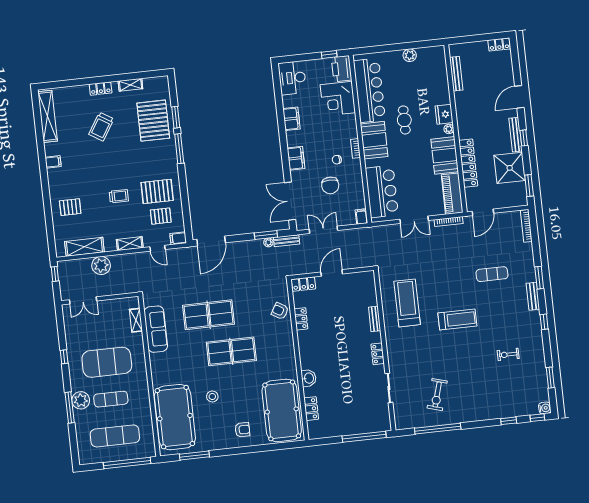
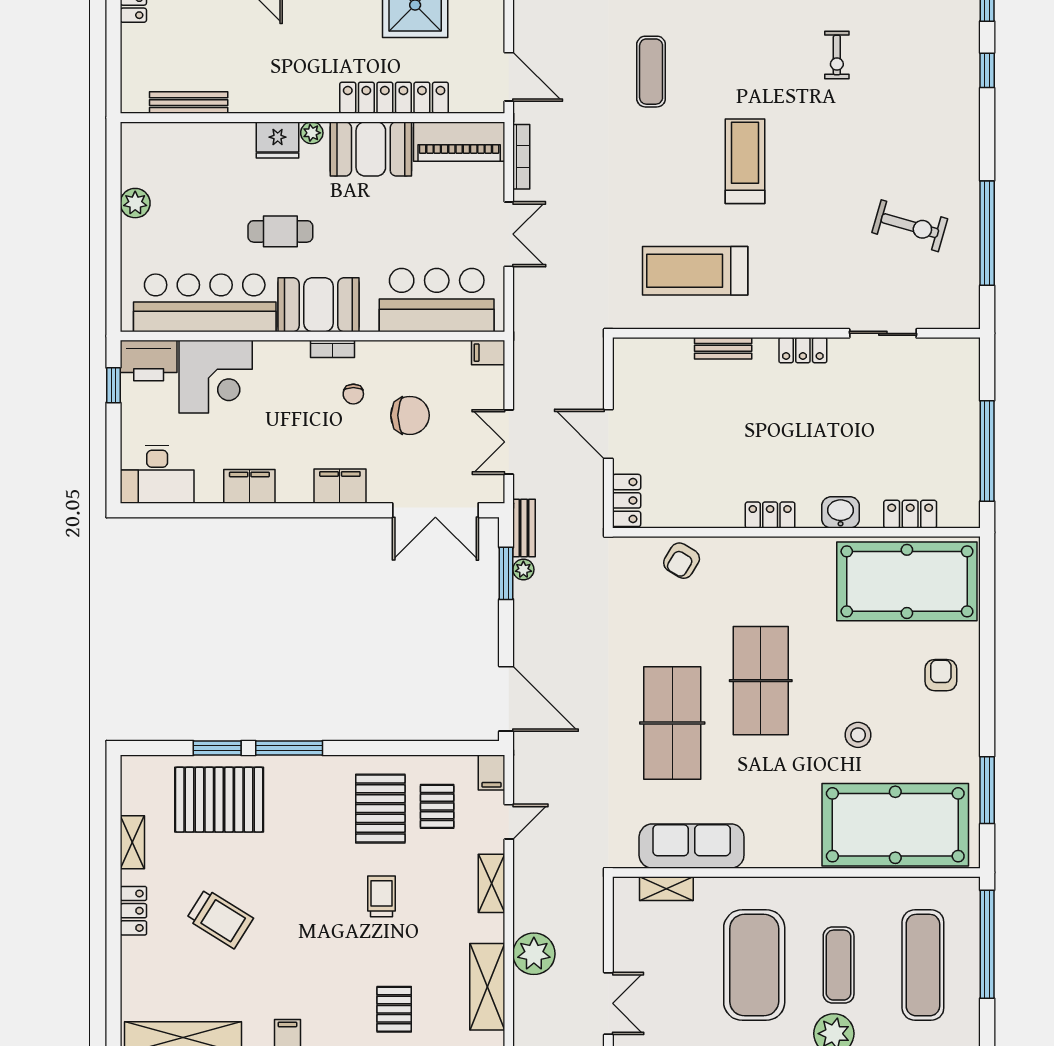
locker: (301, 319) -> (770, 515), moved
window: (364, 437) -> (987, 451), moved

